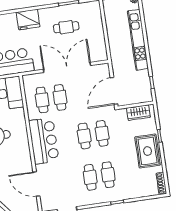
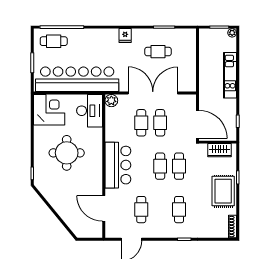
fridge: (28, 20) -> (125, 35), width x0.53, depth x0.75
kitchen unit: (138, 40) -> (230, 75), width x0.73
plant: (29, 80) -> (111, 101), added
door: (114, 91) -> (198, 124), swing flipped
cafe table: (42, 100) -> (160, 123), moved
cafe table: (90, 177) -> (141, 210), moved

